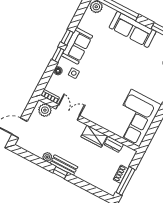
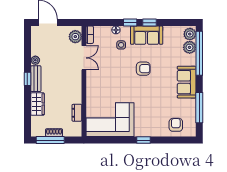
plant: (108, 13) -> (190, 47), added
sofa: (133, 29) -> (187, 82), width x0.73
armchair: (105, 65) -> (143, 69), added
wardrobe: (94, 136) -> (37, 104), moved, turned 180

